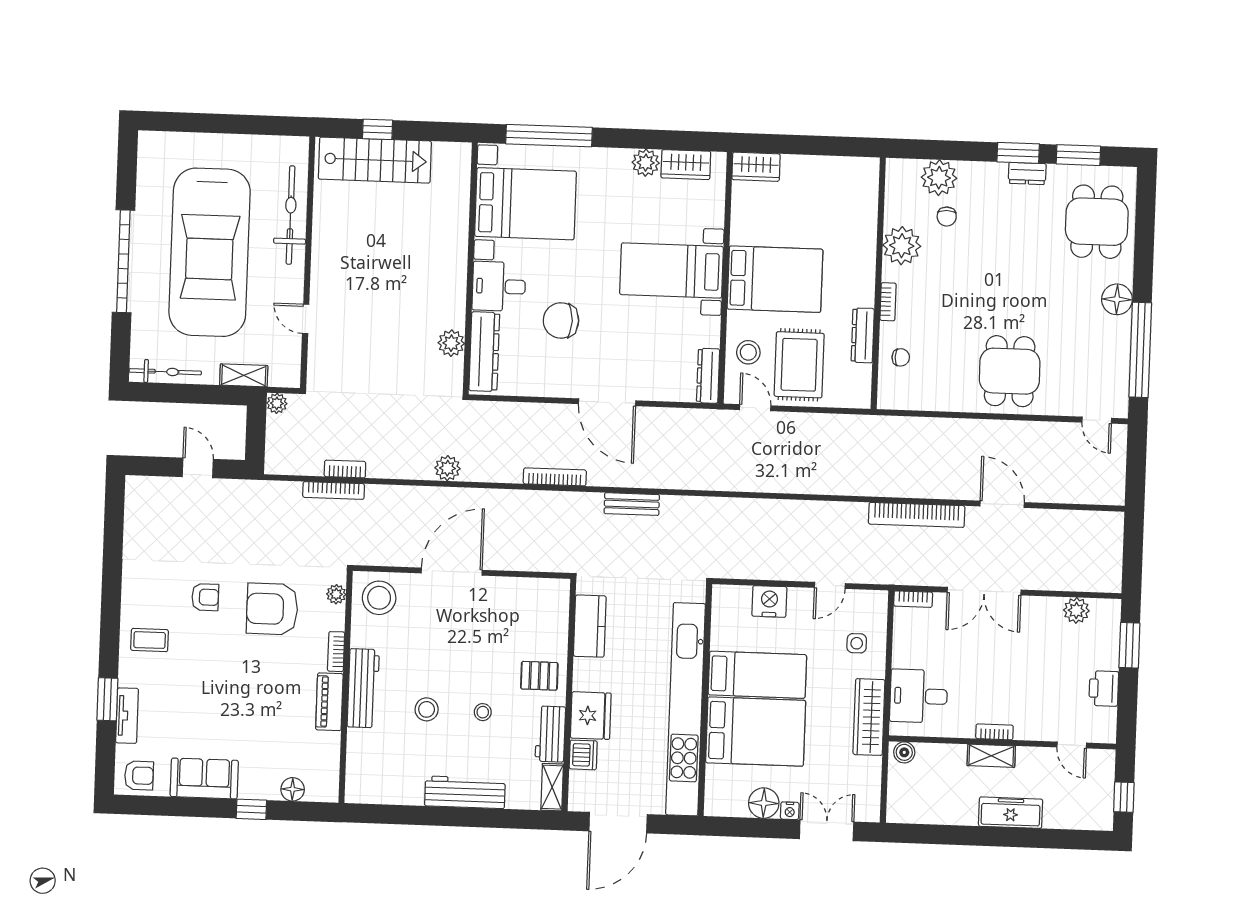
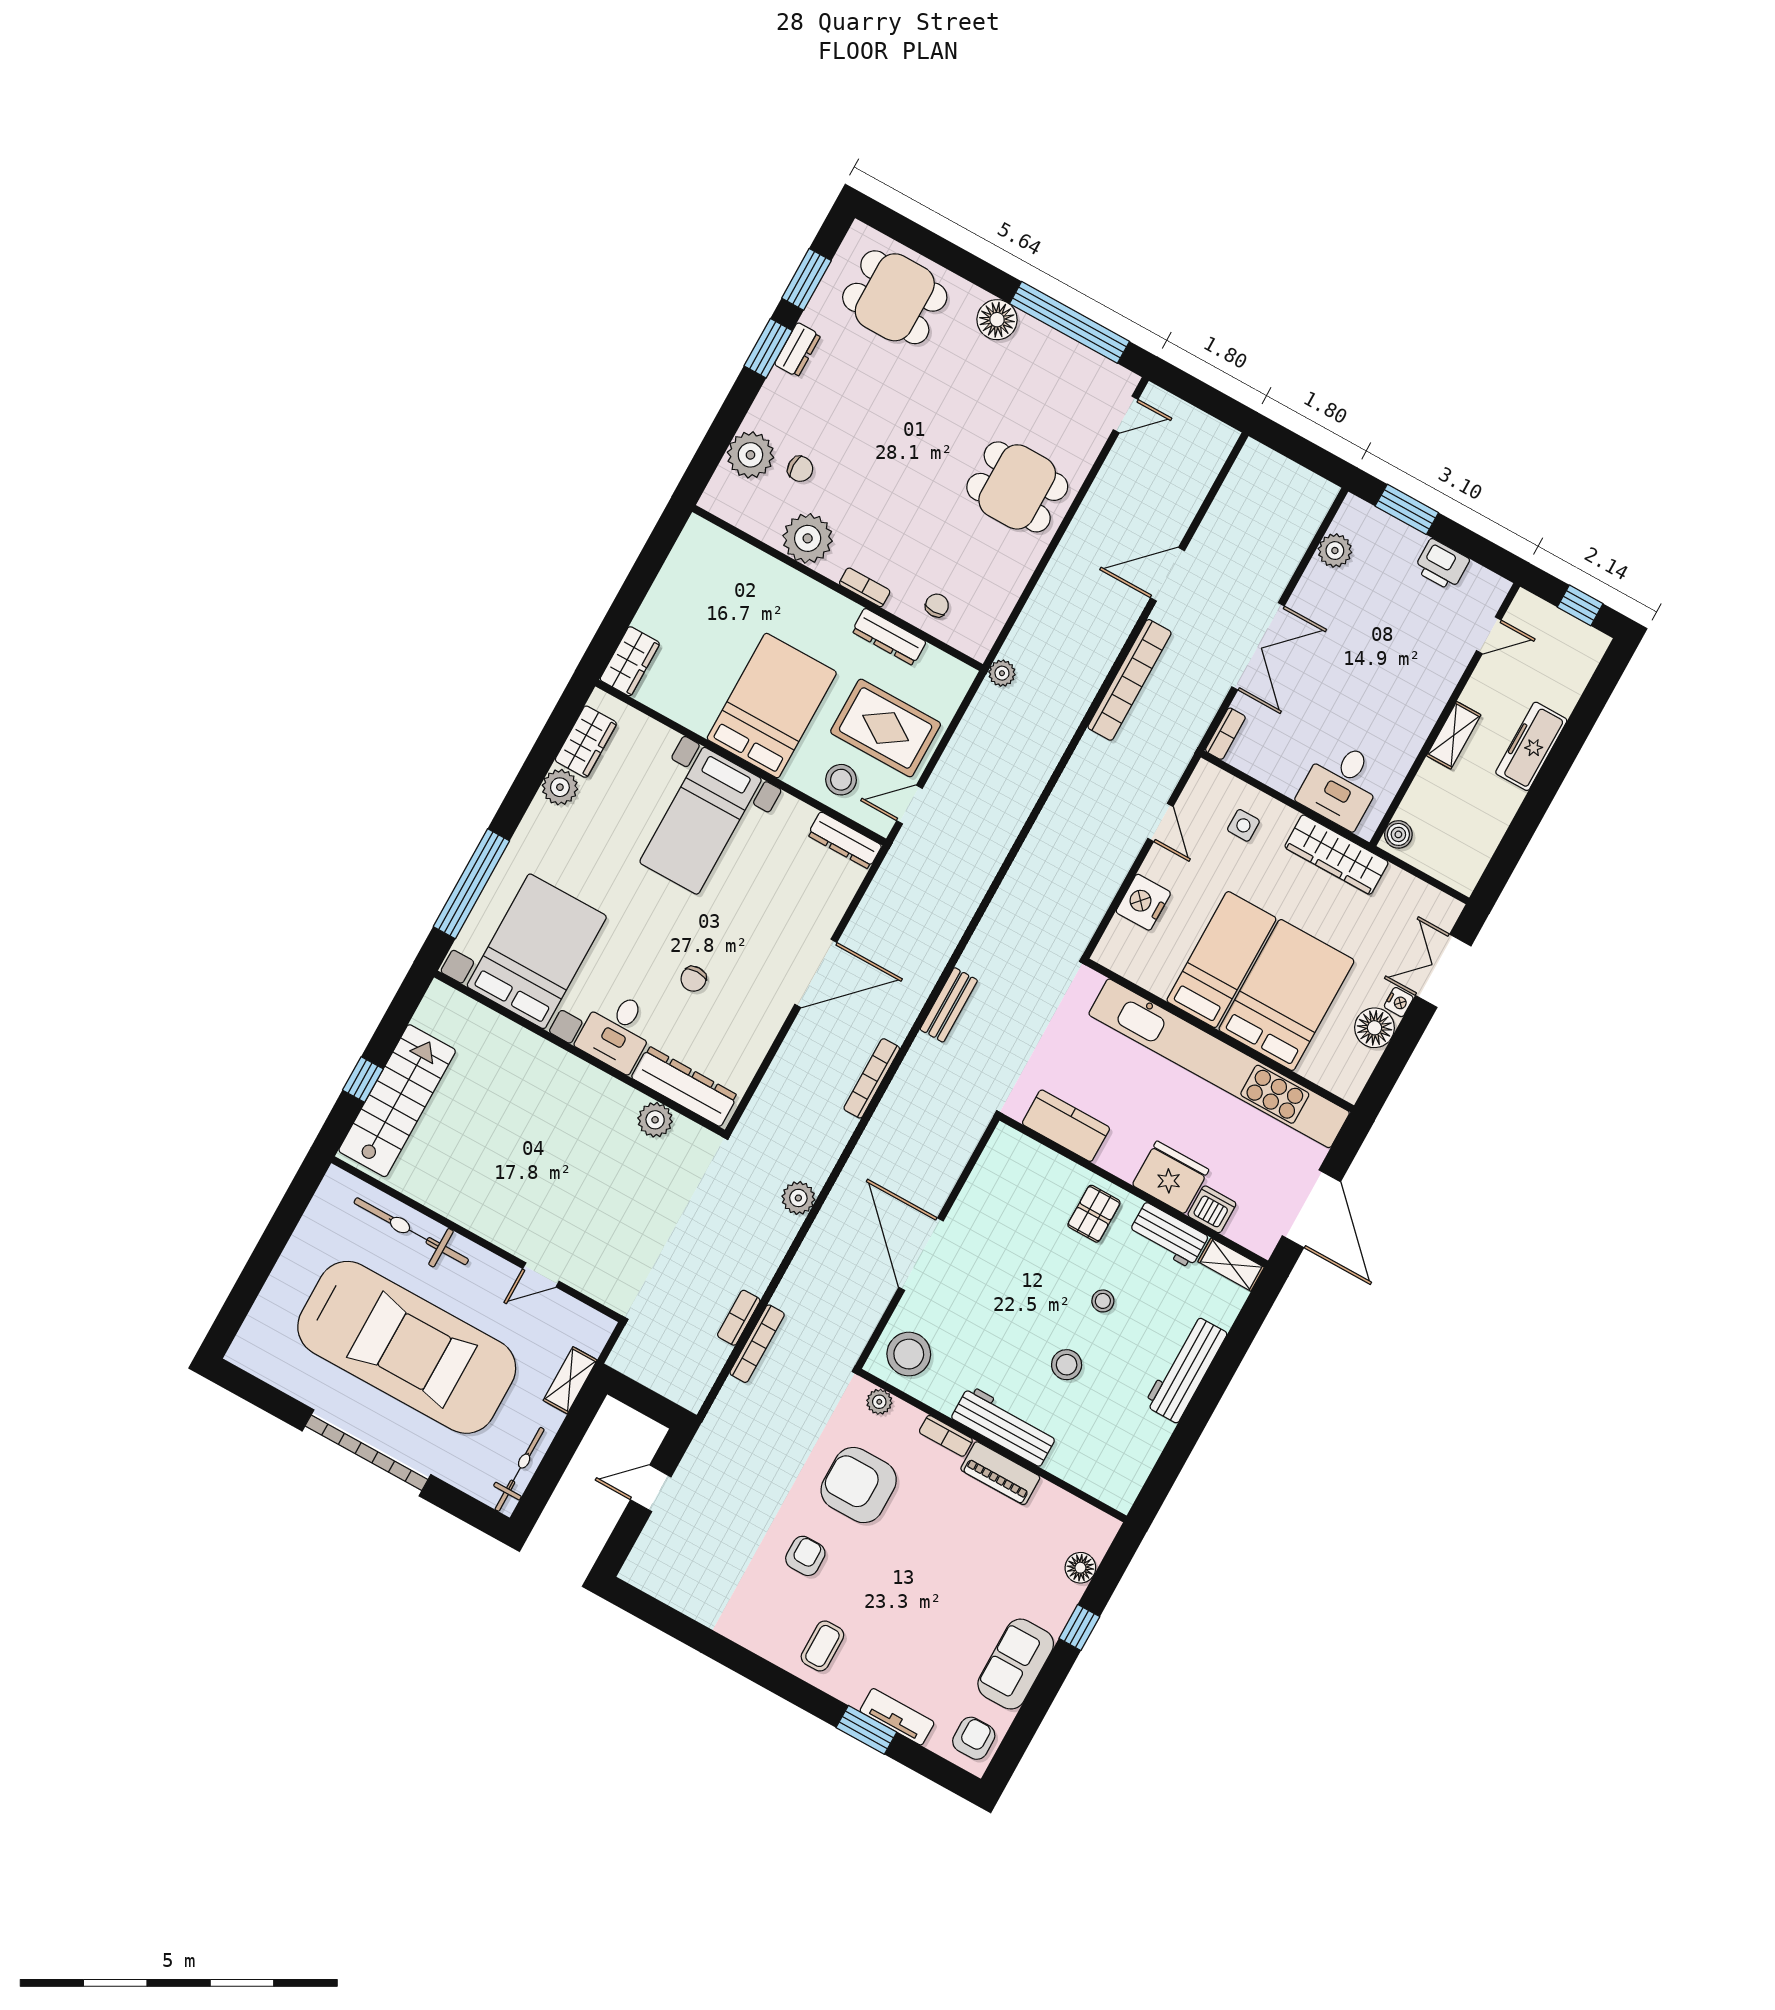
chair: (561, 320) -> (693, 979), width x0.54, depth x0.54
plant: (277, 403) -> (1002, 673), moved
armchair: (272, 609) -> (859, 1485), turned 90
bookcase: (994, 732) -> (1428, 717), removed

